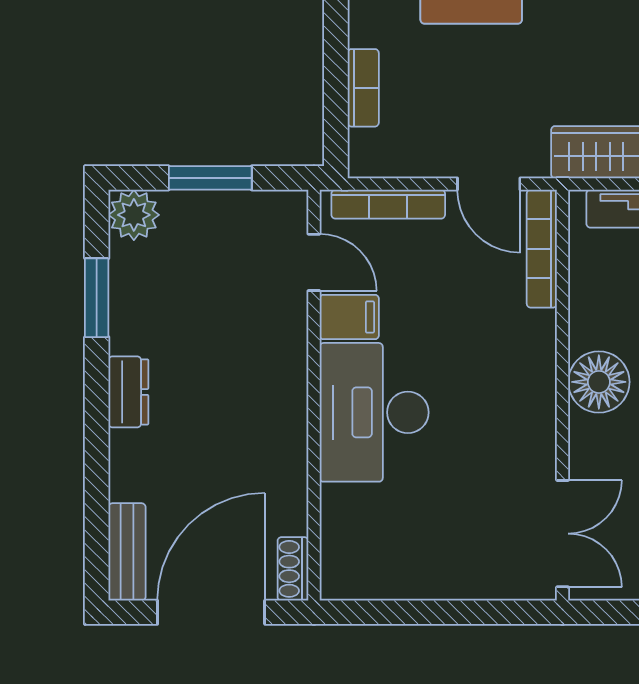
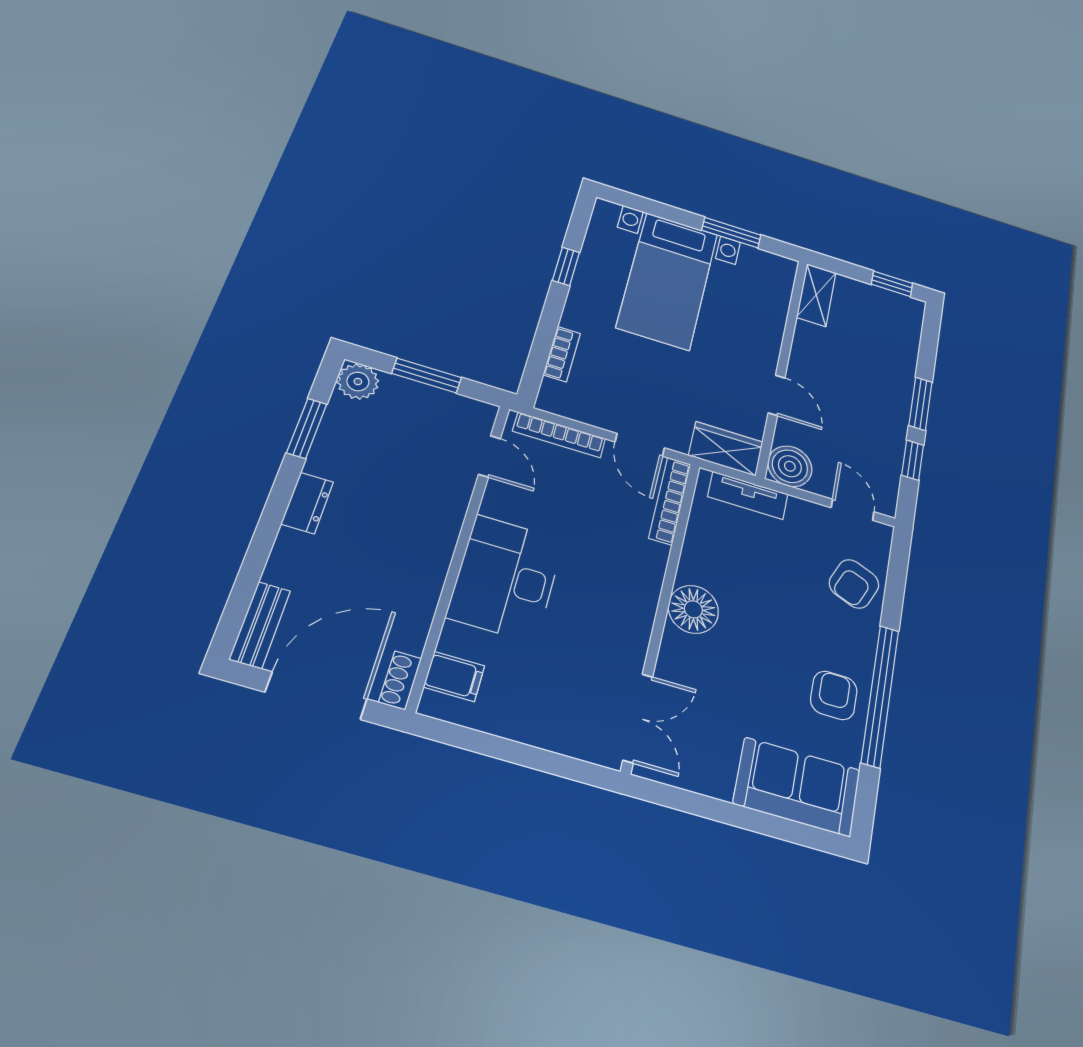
filing cabinet: (349, 317) -> (454, 676), moved

